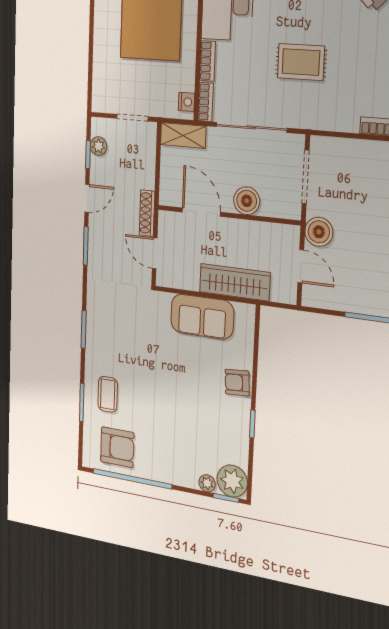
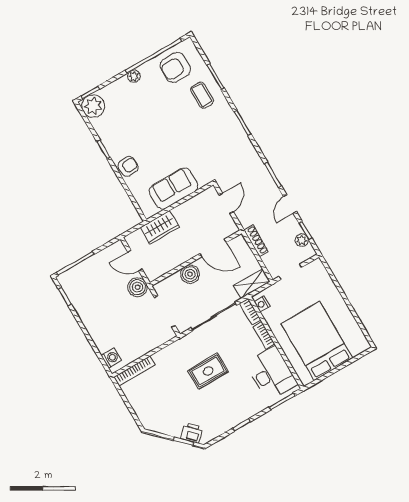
shoe rack: (147, 213) -> (256, 241), moved
door: (155, 253) -> (226, 203), hinge flipped
wardrobe: (235, 282) -> (160, 227), width x0.67
plant: (207, 483) -> (134, 76), moved

